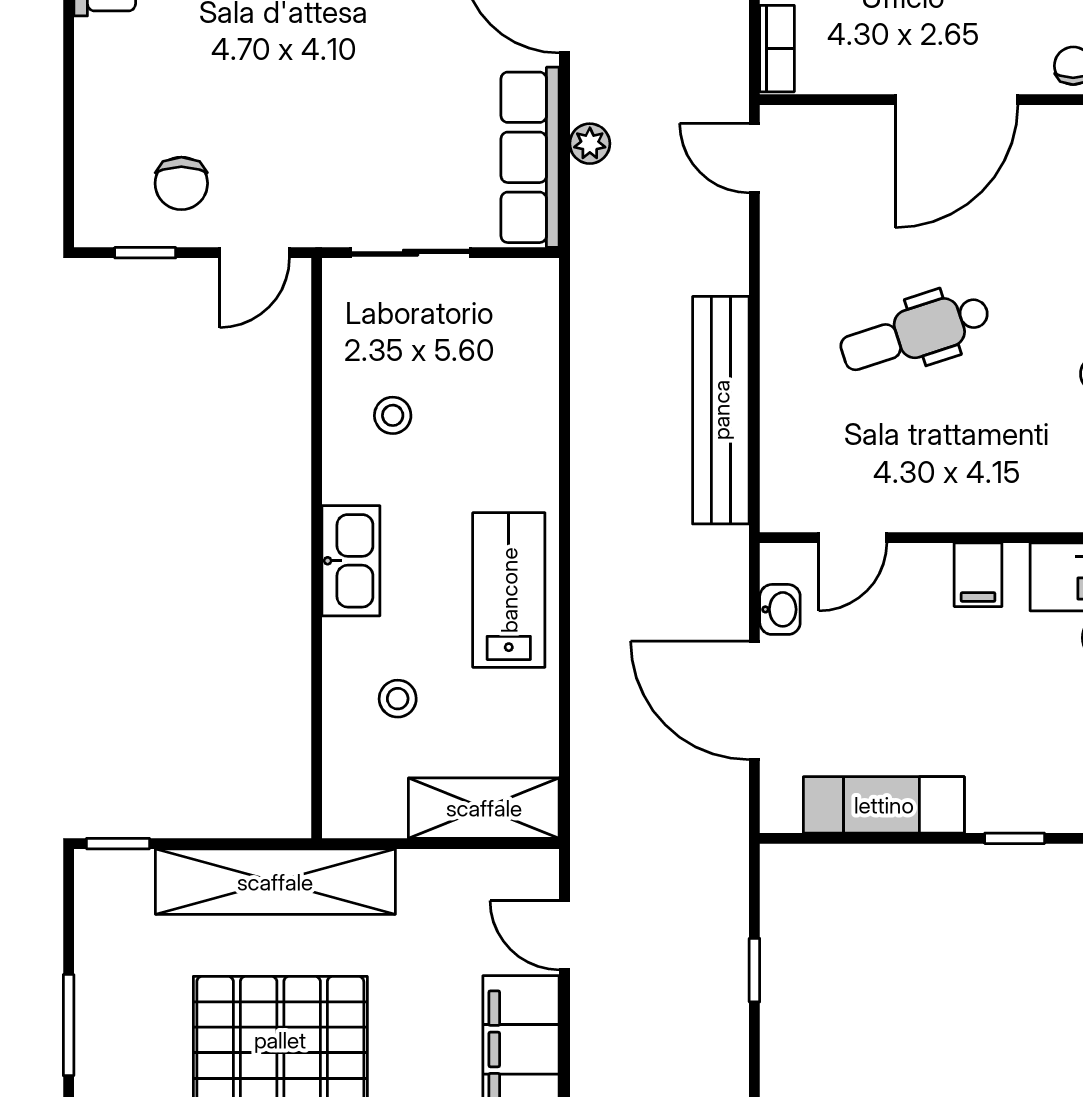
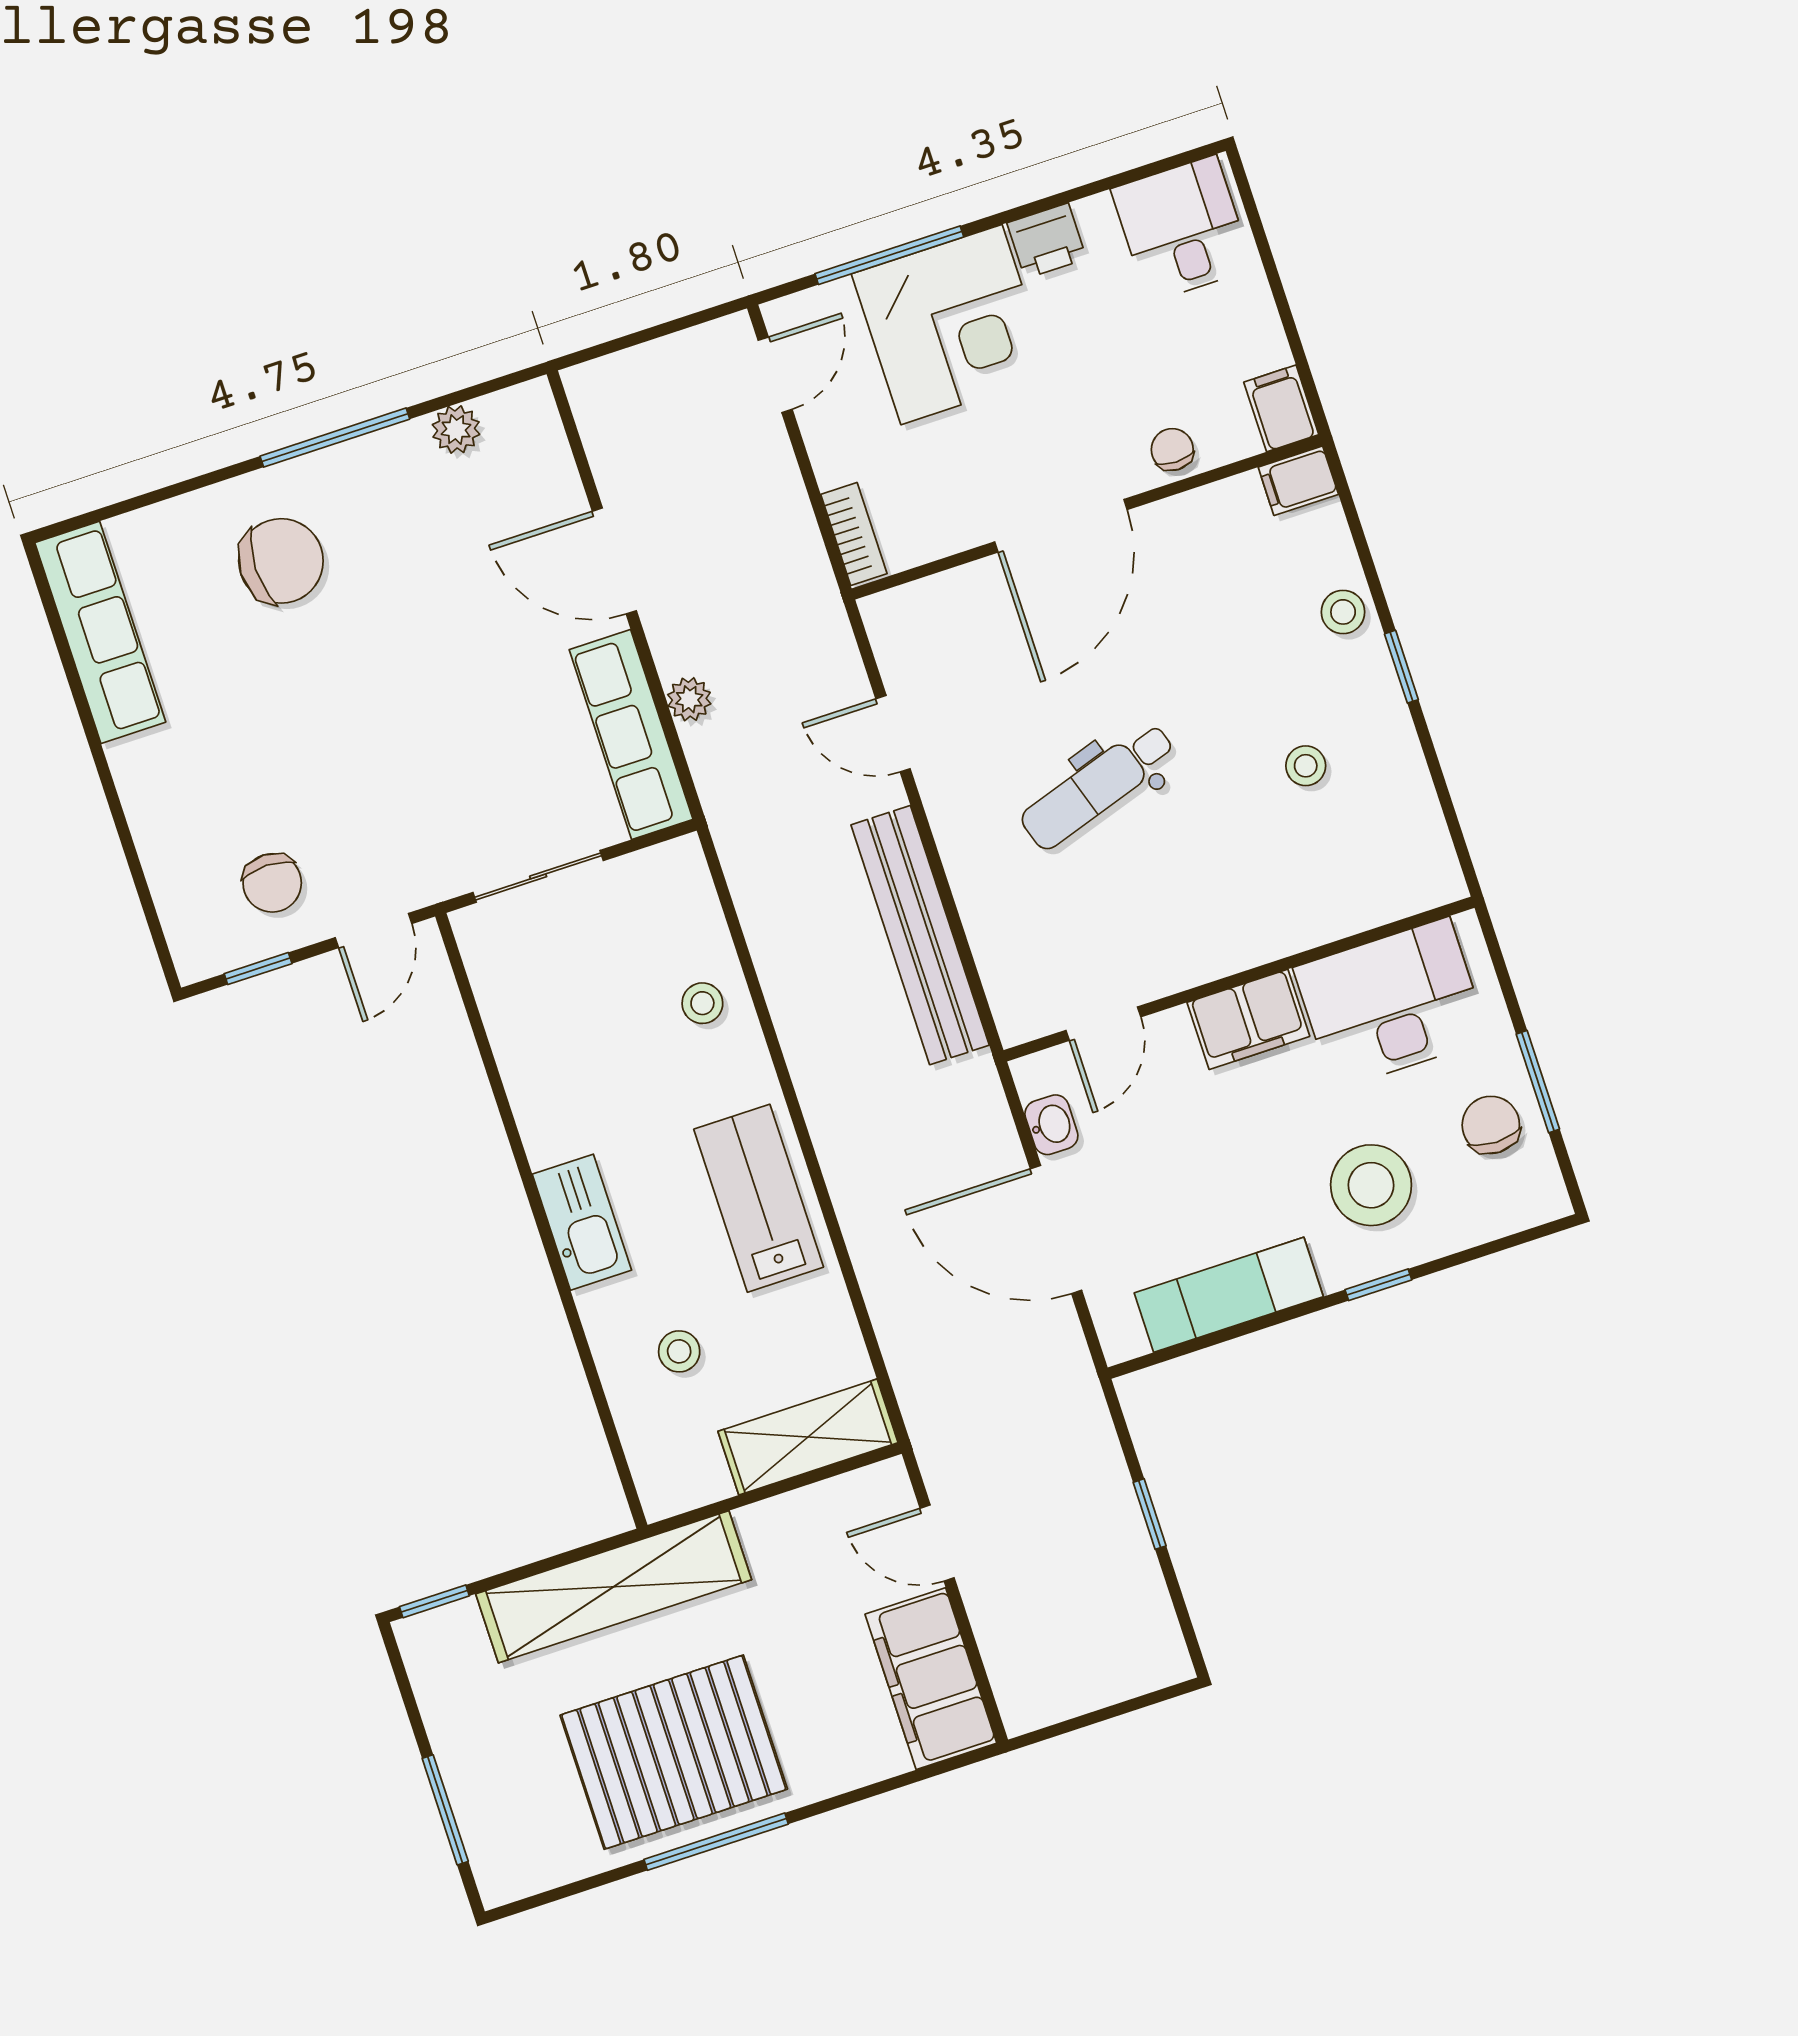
door: (754, 158) -> (893, 734), moved
stool: (393, 415) -> (702, 1003), moved
filing cabinet: (978, 575) -> (1248, 1019), width x2.00
stool: (1036, 751) -> (1371, 1185), added

